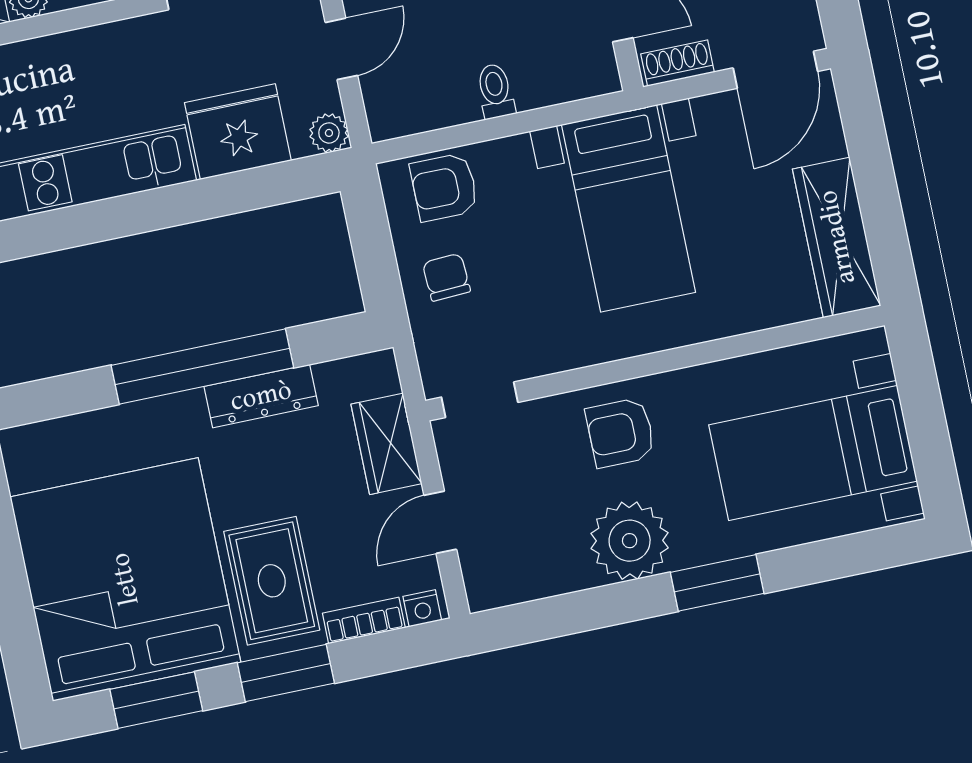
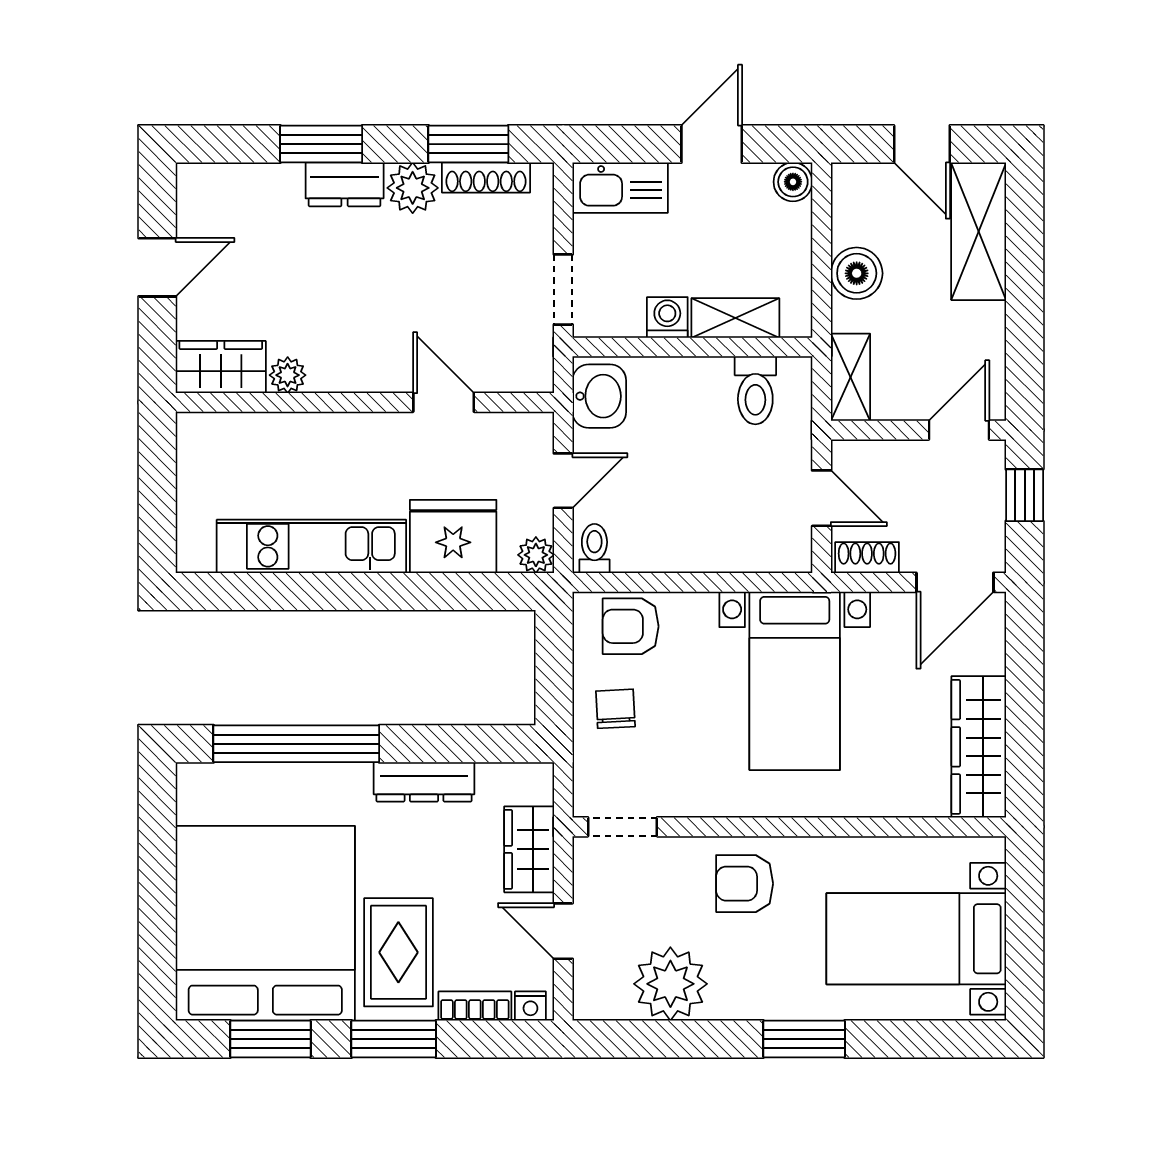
toilet: (495, 91) -> (594, 549), moved
window: (202, 367) -> (296, 744), moved
door: (440, 522) -> (563, 931), hinge flipped
plant: (630, 541) -> (670, 984), moved

